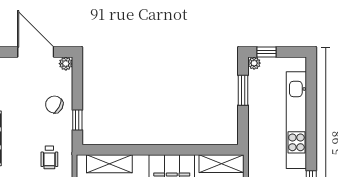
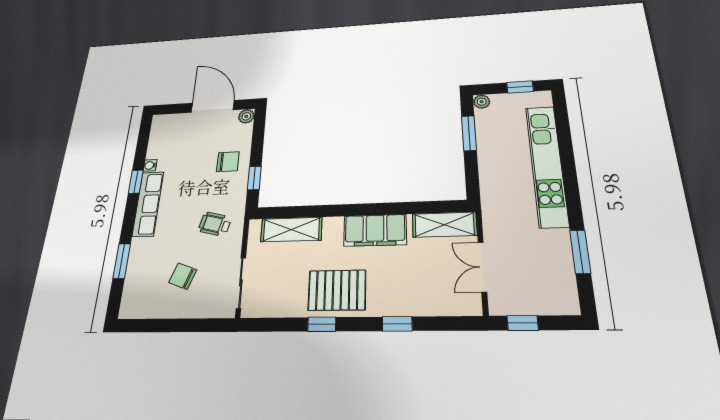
window: (267, 52) -> (520, 87), moved
chair: (54, 105) -> (228, 162), turned 152
wheelchair: (49, 157) -> (215, 224), turned 104

